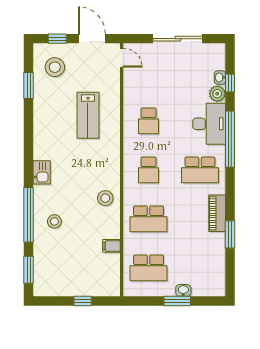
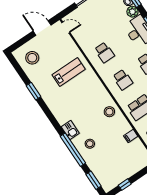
window: (57, 39) -> (23, 41), removed
window: (29, 85) -> (33, 91), moved
lab bench: (88, 115) -> (69, 72), turned -90
kitchen sink: (42, 172) -> (70, 130), moved
window: (83, 301) -> (125, 185), moved

